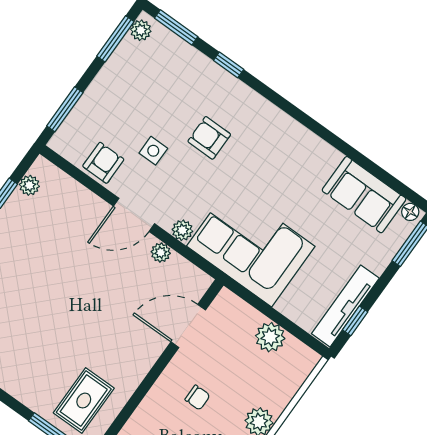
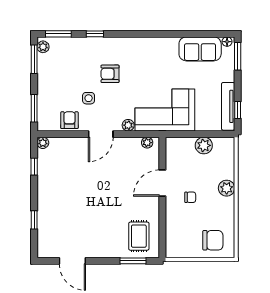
plant: (29, 185) -> (43, 143), moved
plant: (161, 253) -> (147, 143), moved
door: (188, 326) -> (162, 183), moved

